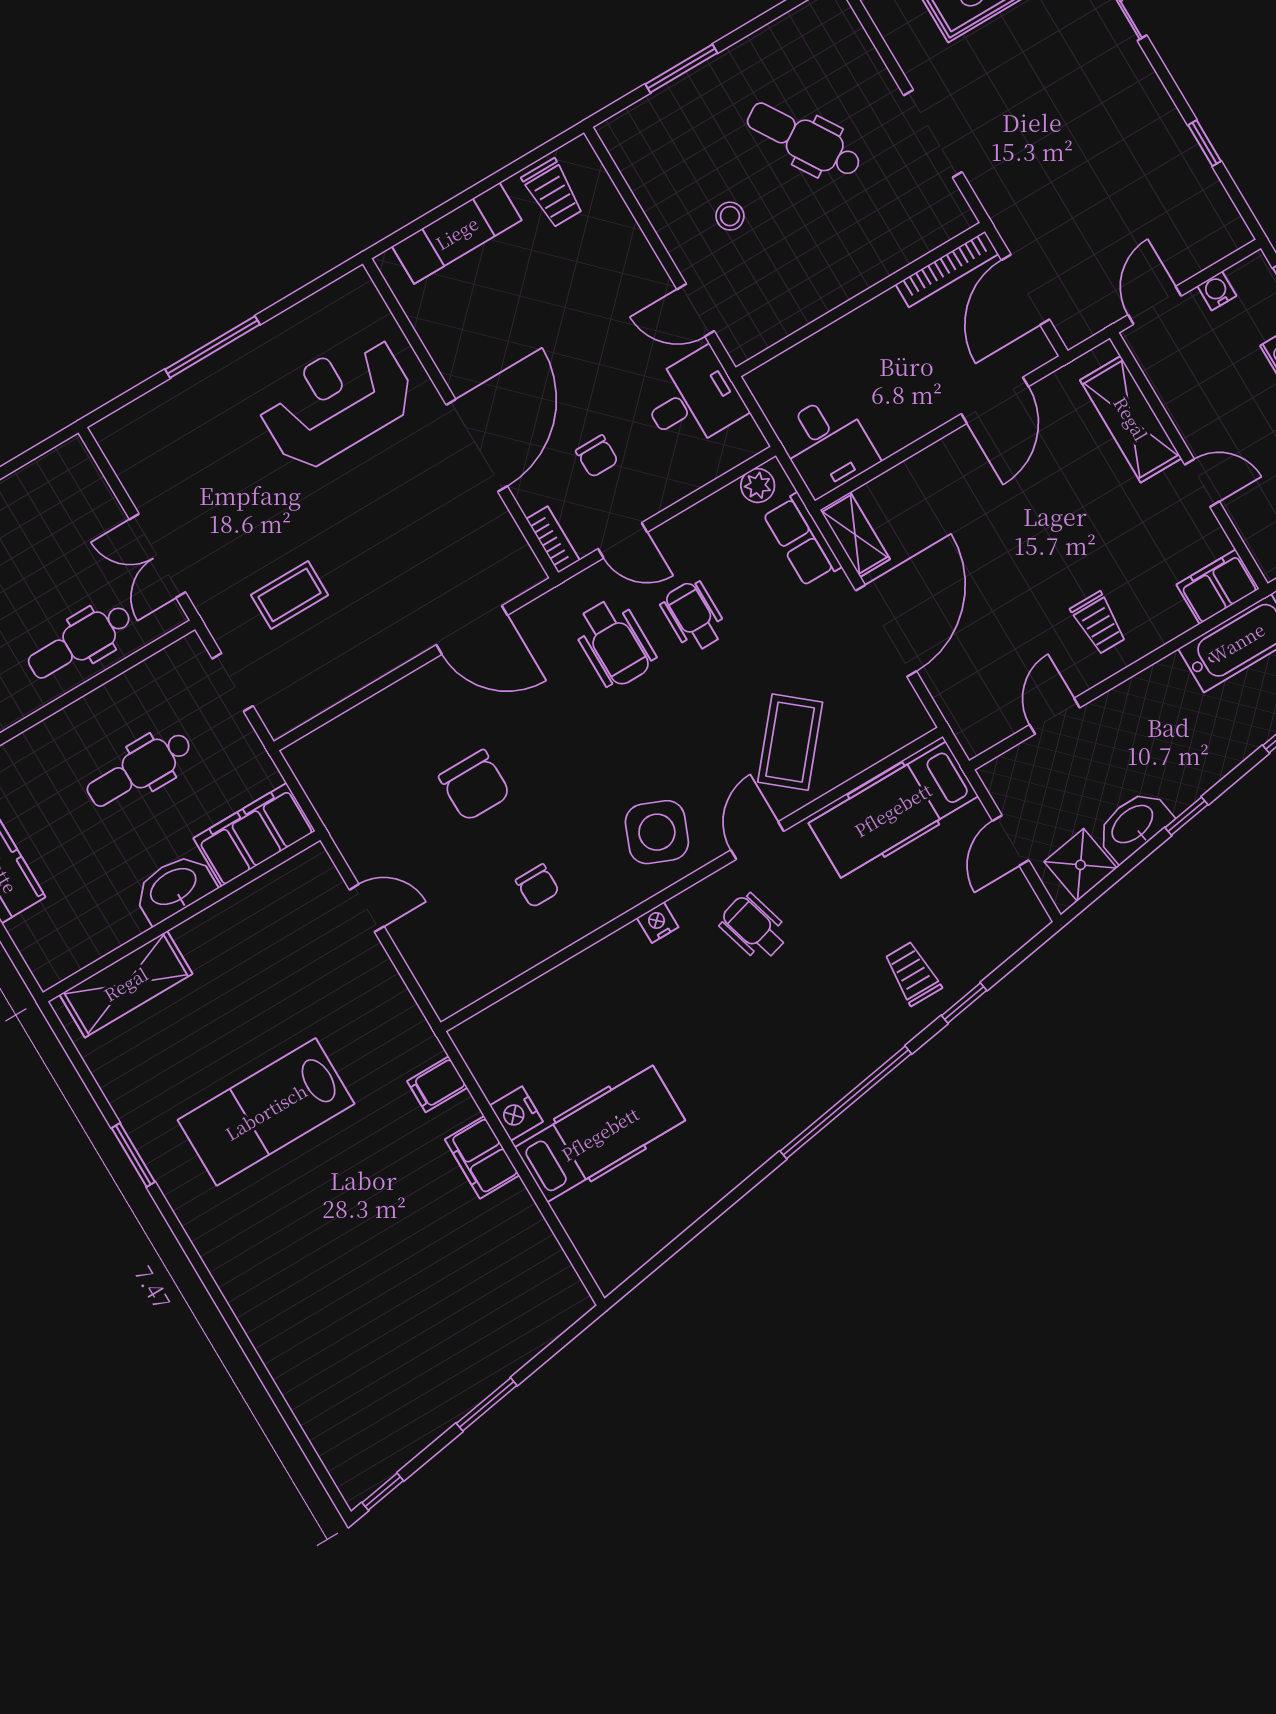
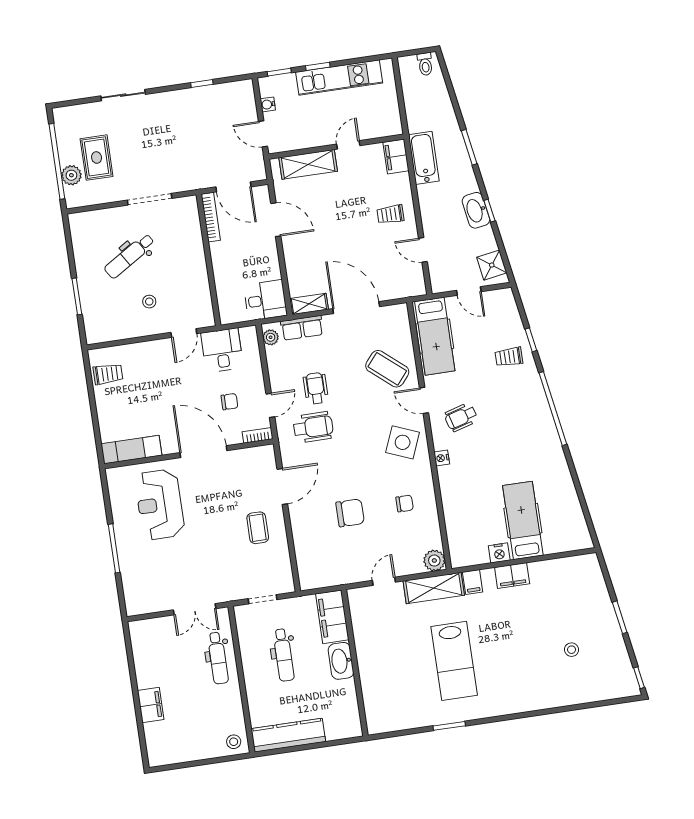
exam couch: (457, 233) -> (131, 450), moved, turned -90
coffee table: (290, 595) -> (258, 528), moved
wheelchair: (694, 616) -> (316, 388), turned 90
trolley: (1099, 623) -> (390, 214), turned 180
washbasin: (1133, 825) -> (476, 210), moved
shelving: (126, 984) -> (434, 588), moved, turned 90
plant: (449, 991) -> (434, 561), added
stool: (384, 1335) -> (572, 650), added

